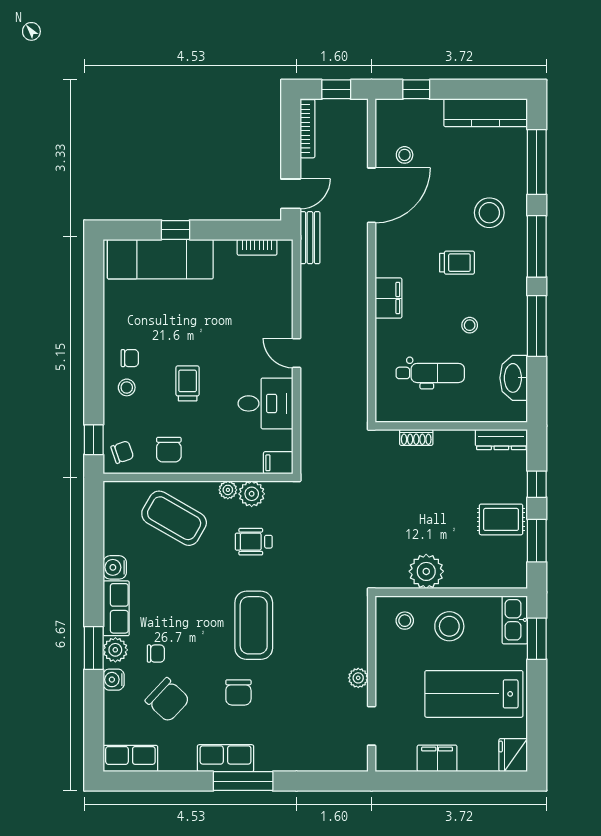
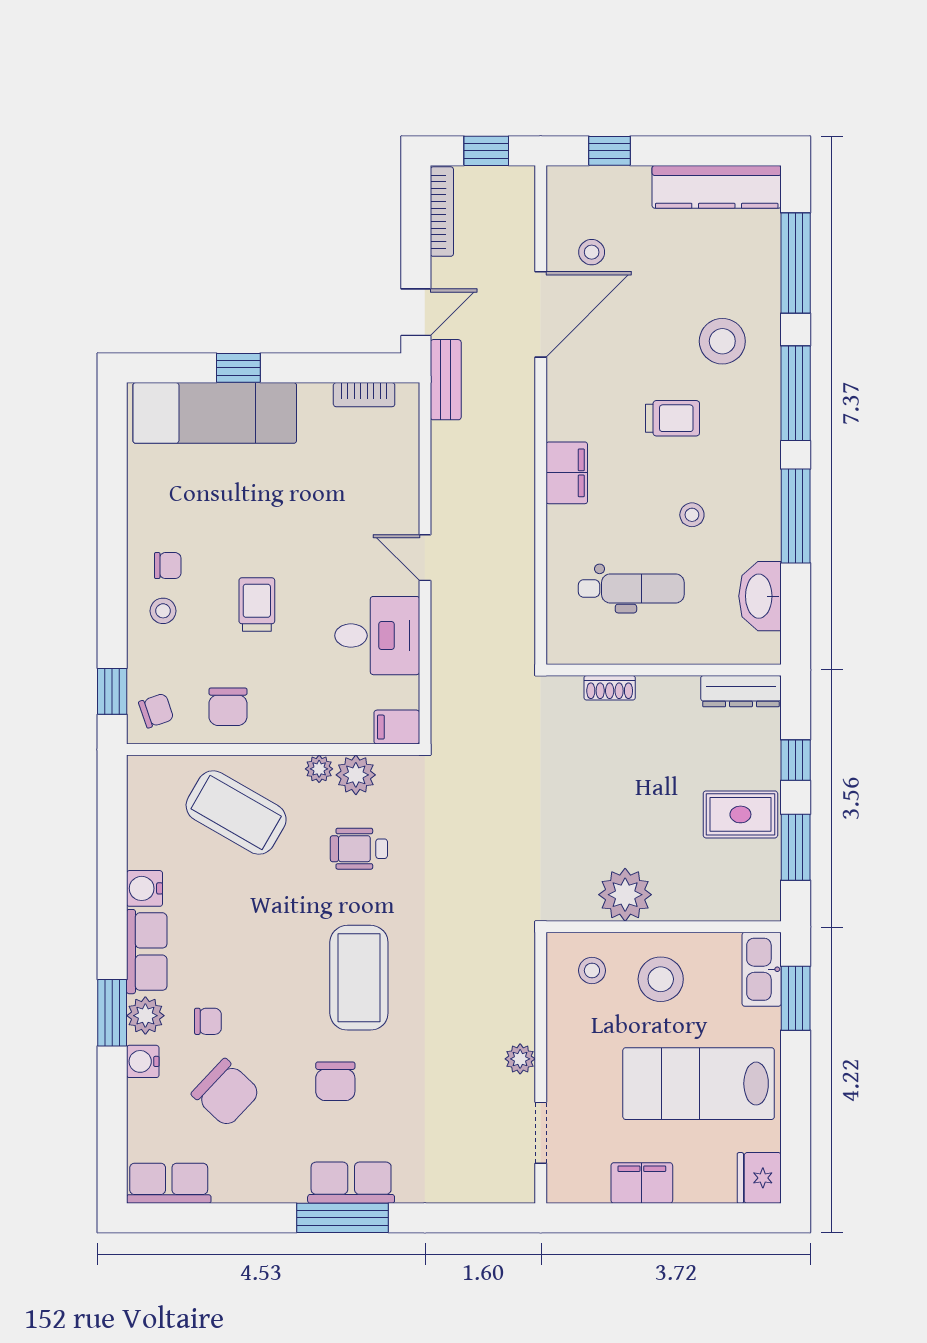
row of seats: (225, 758) -> (351, 1183), moved

